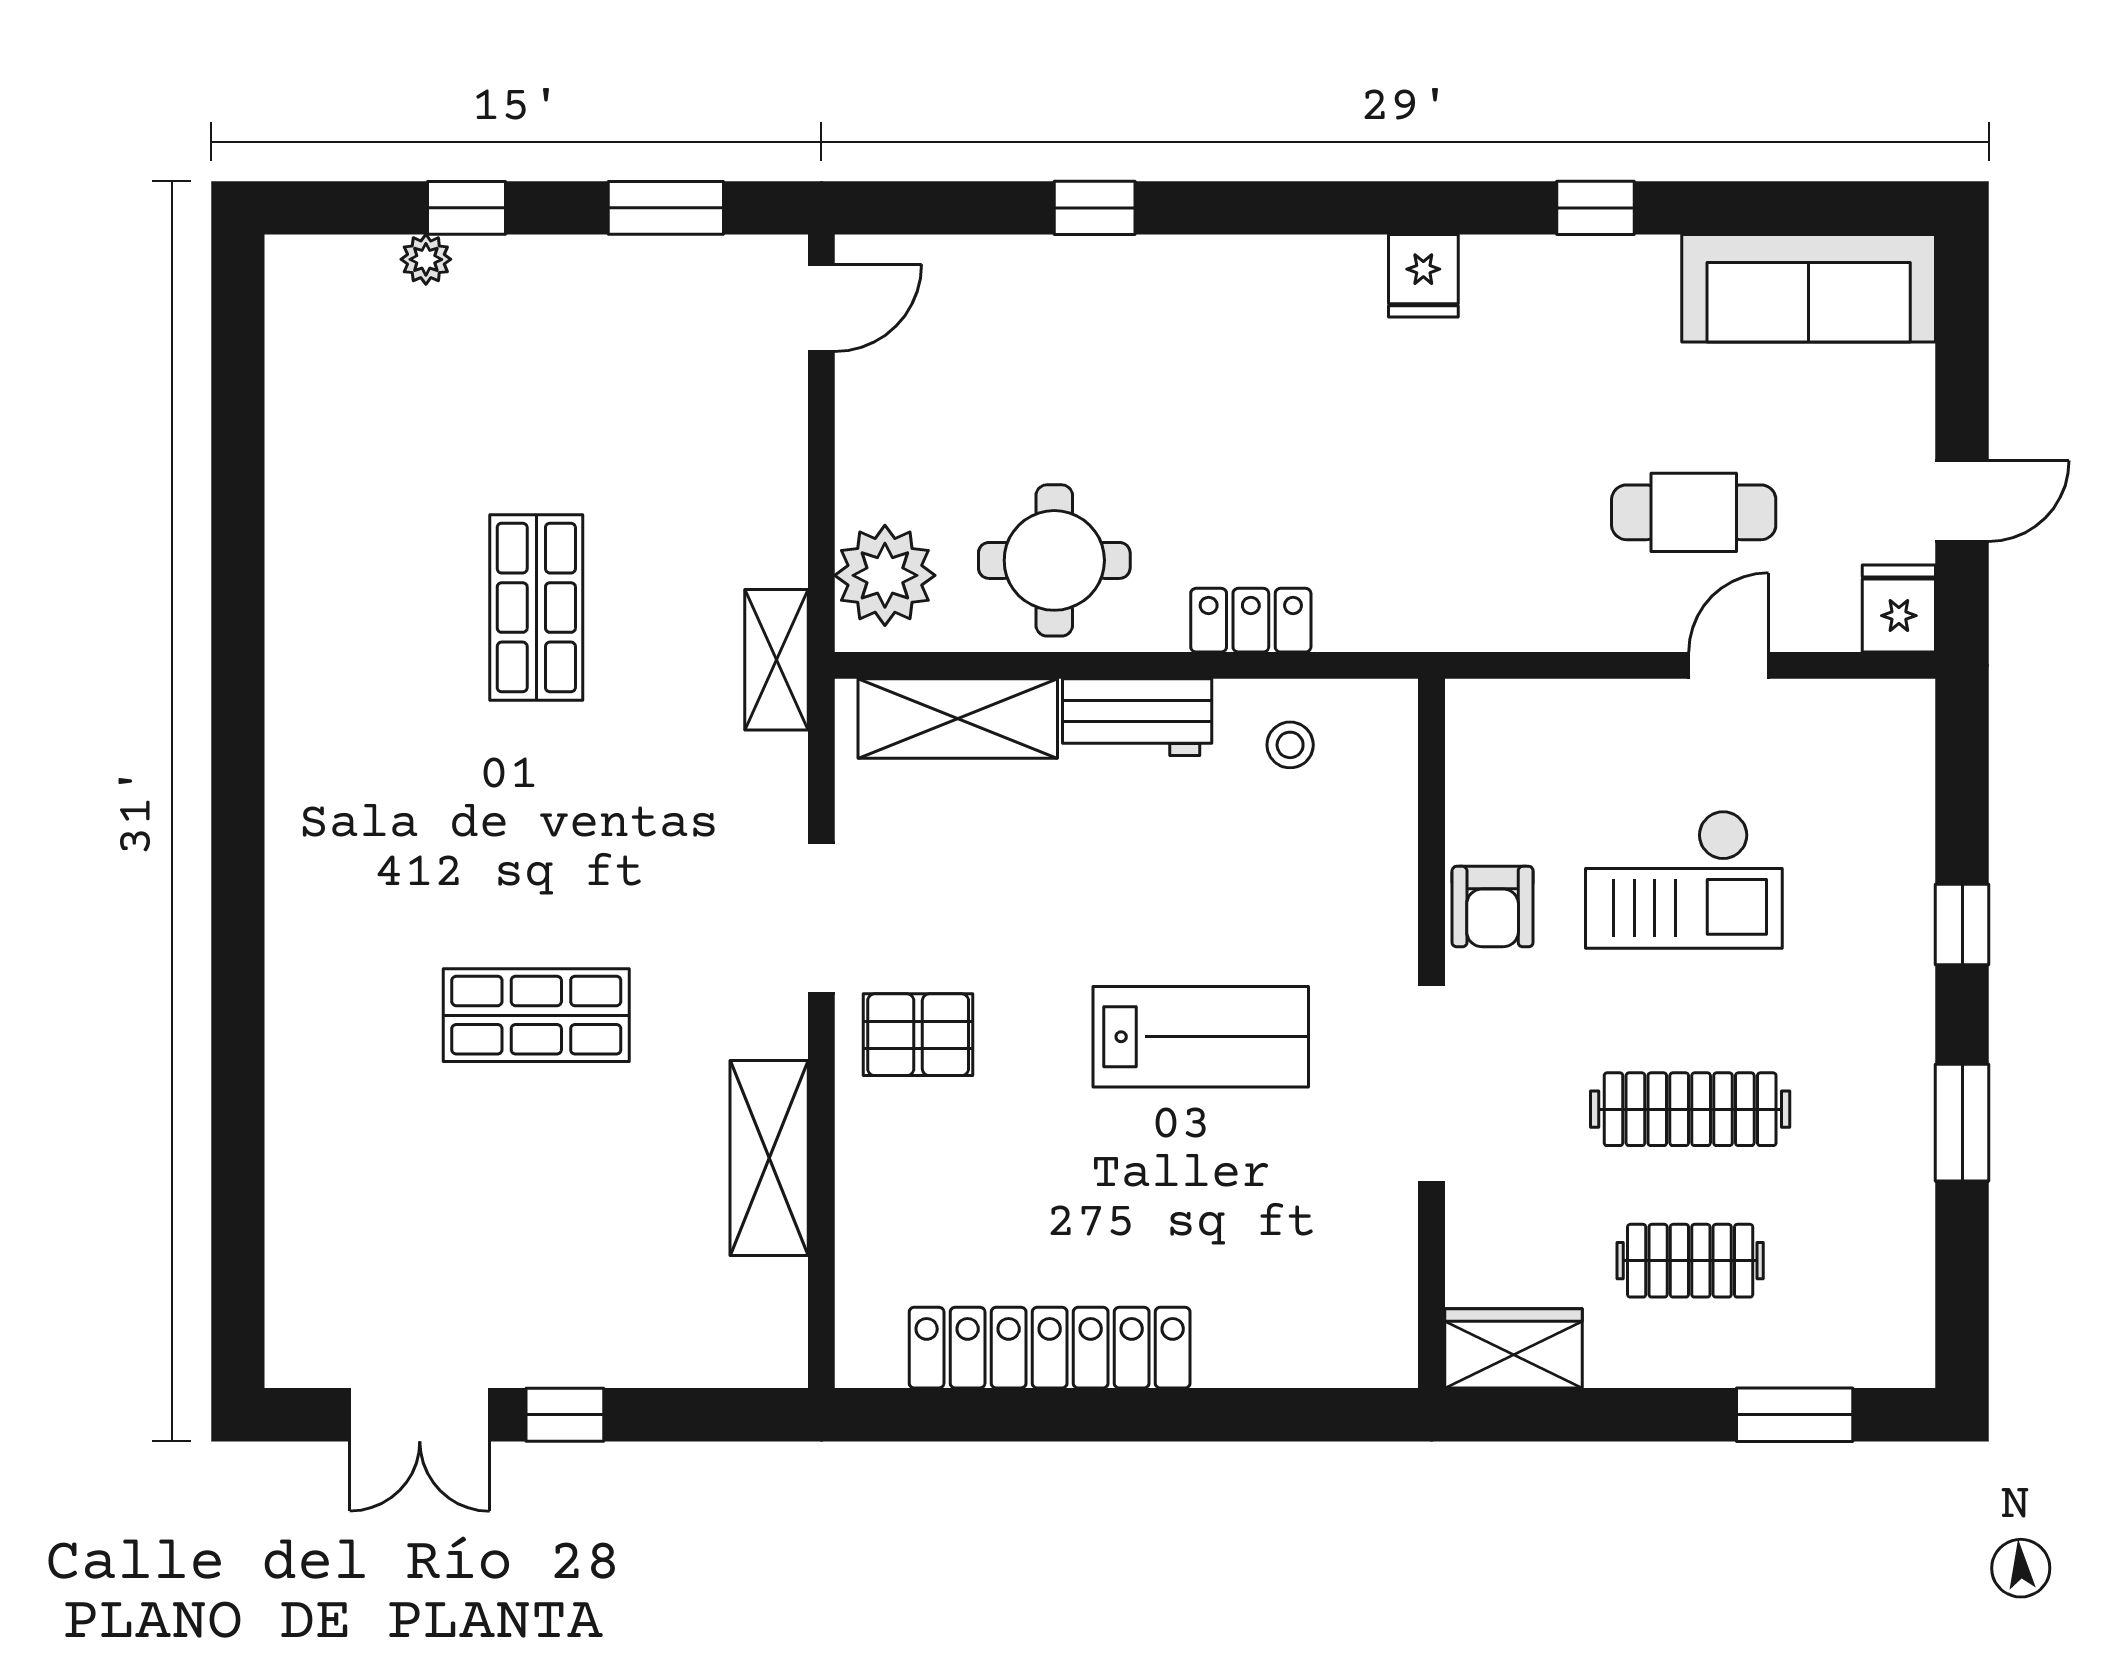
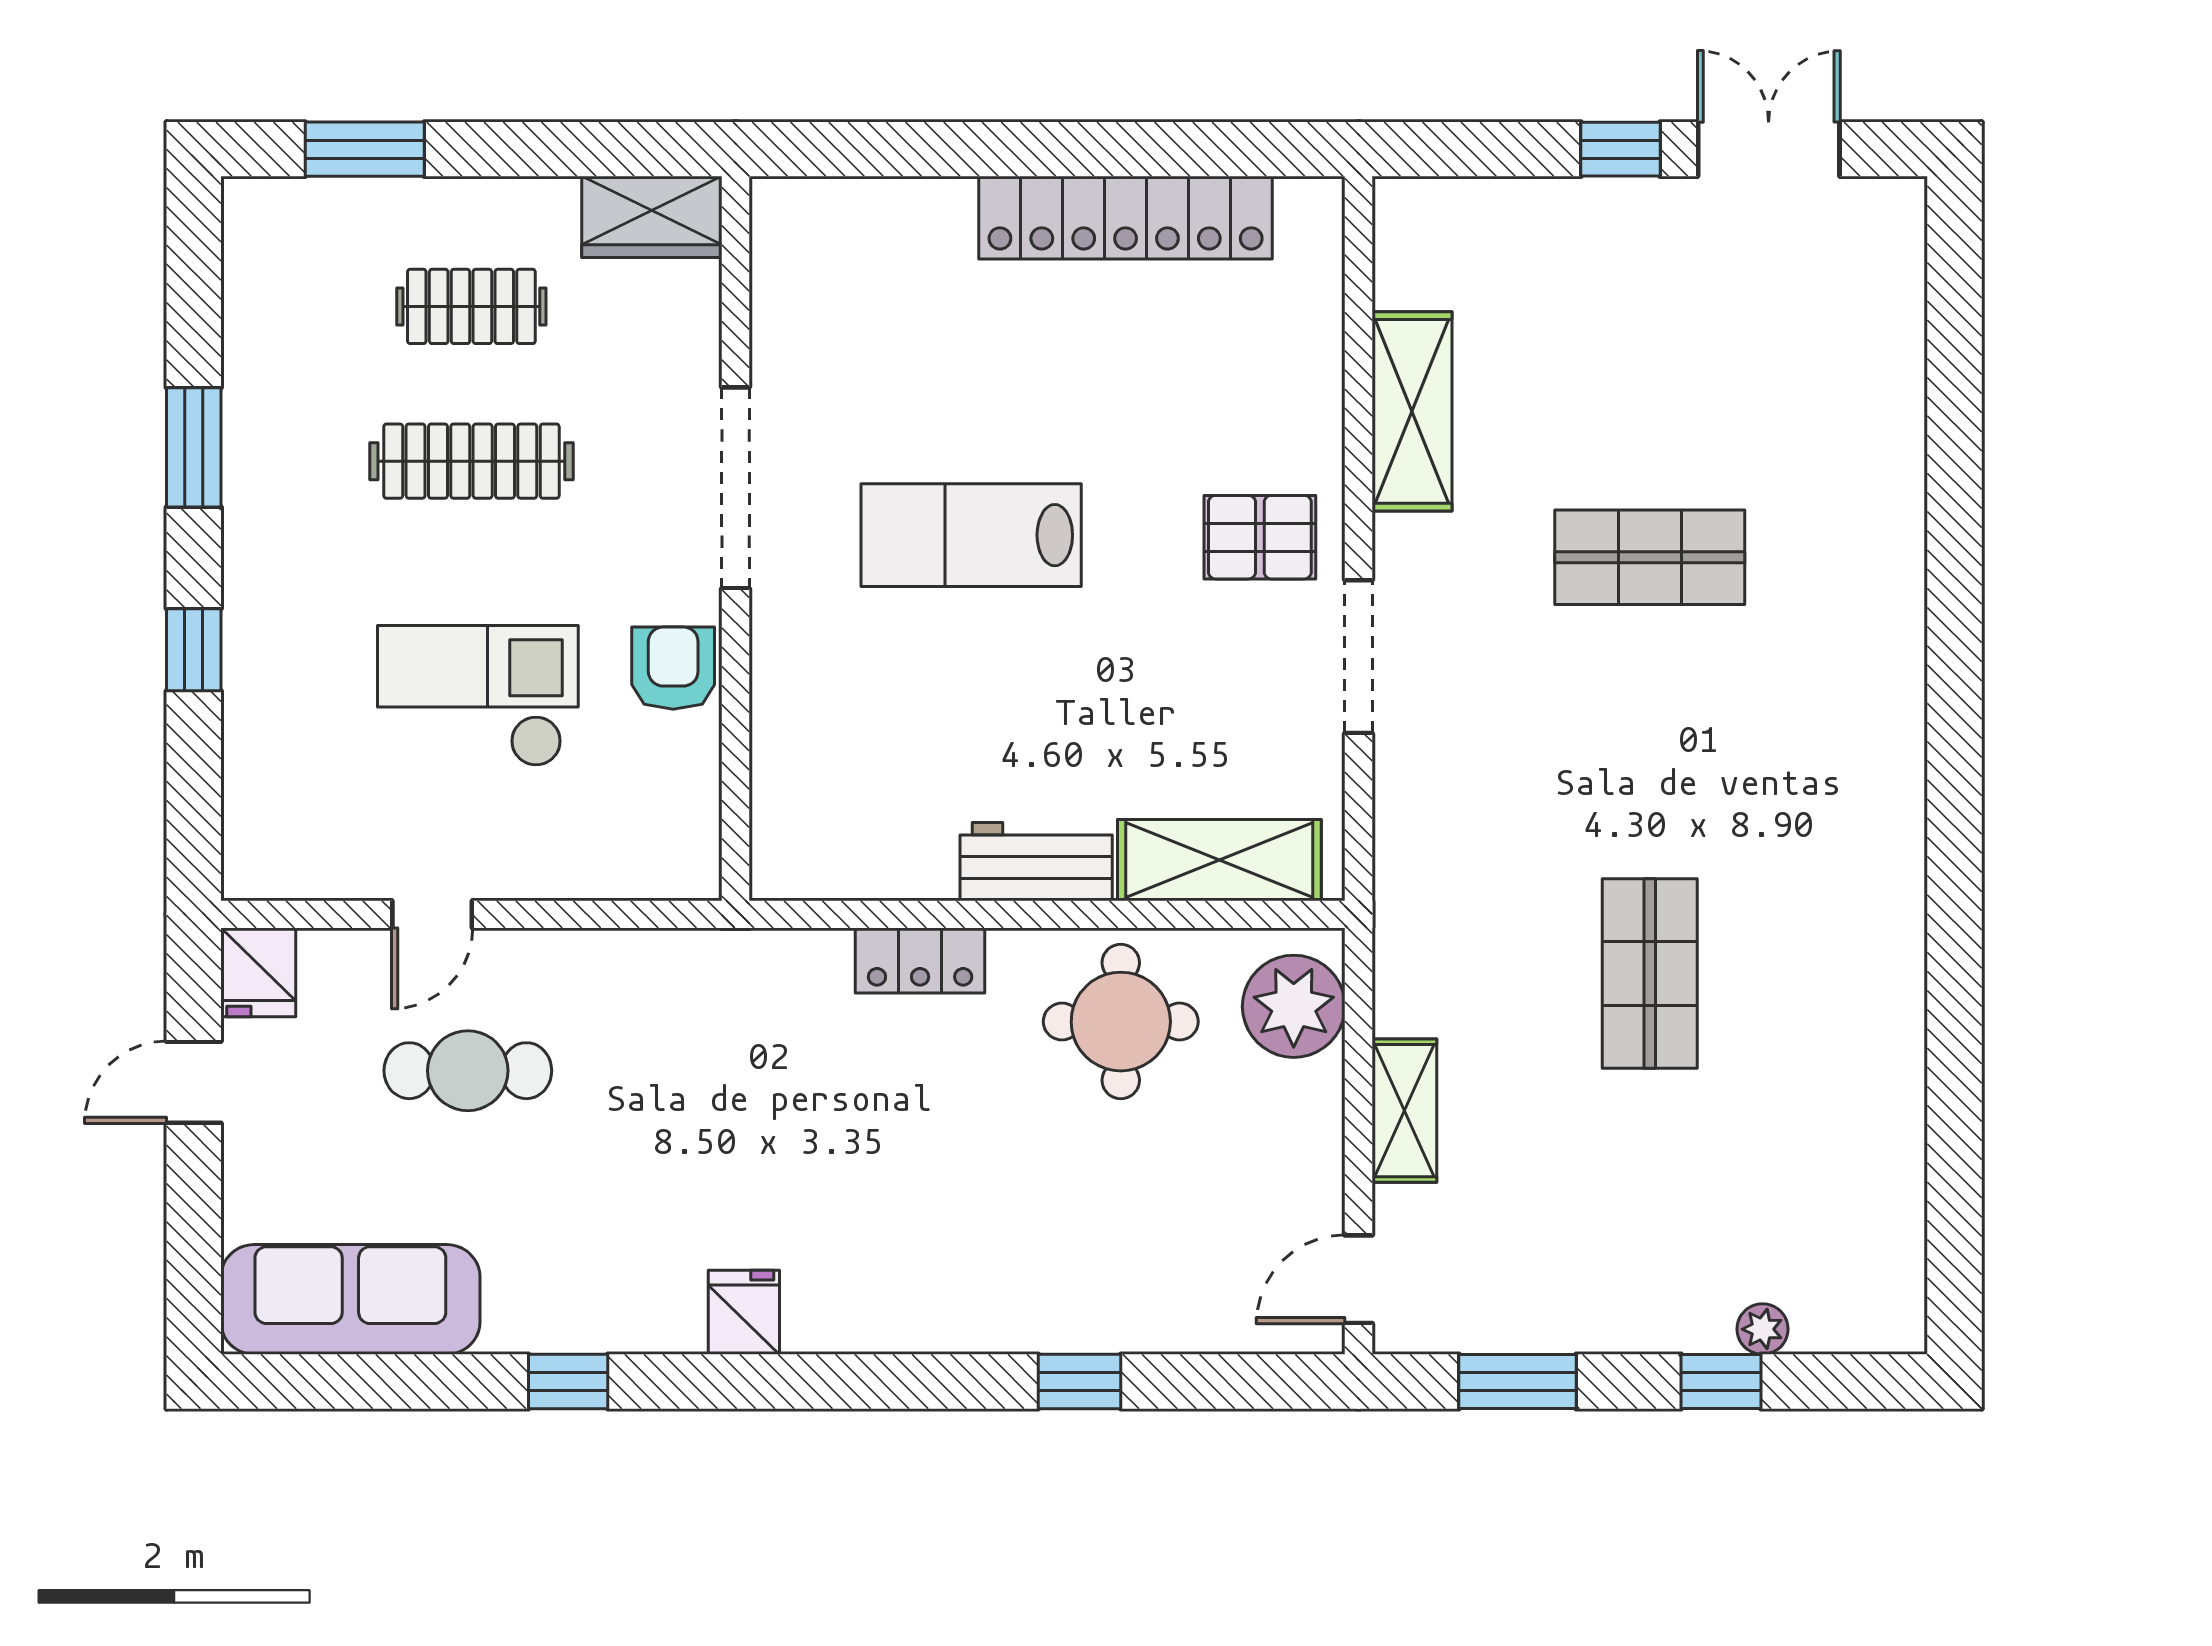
shelving: (777, 660) -> (1404, 1111), moved
stool: (1290, 745) -> (880, 833), removed

